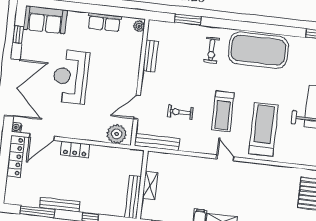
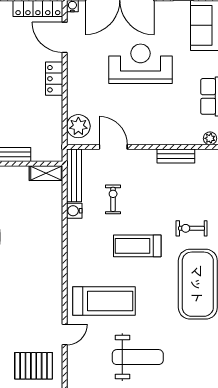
treadmill: (223, 111) -> (137, 246), moved
water cooler: (186, 145) -> (74, 211), added
door: (225, 158) -> (65, 335), moved
shelving: (150, 185) -> (46, 173), moved

